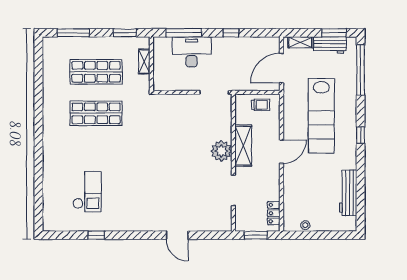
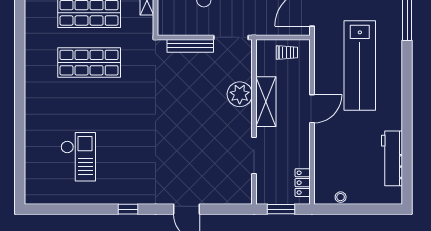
bench: (180, 99) -> (190, 46), added
window: (361, 135) -> (407, 89), removed
plant: (221, 151) -> (240, 94), moved
window: (96, 235) -> (128, 209), moved

